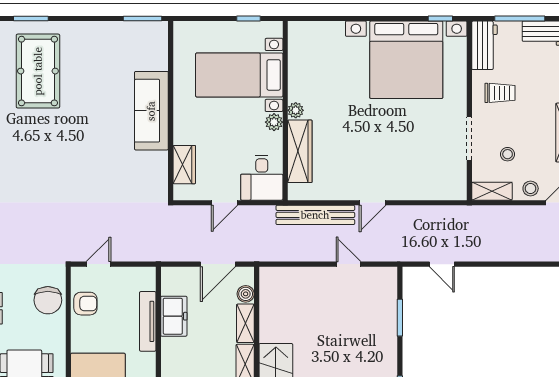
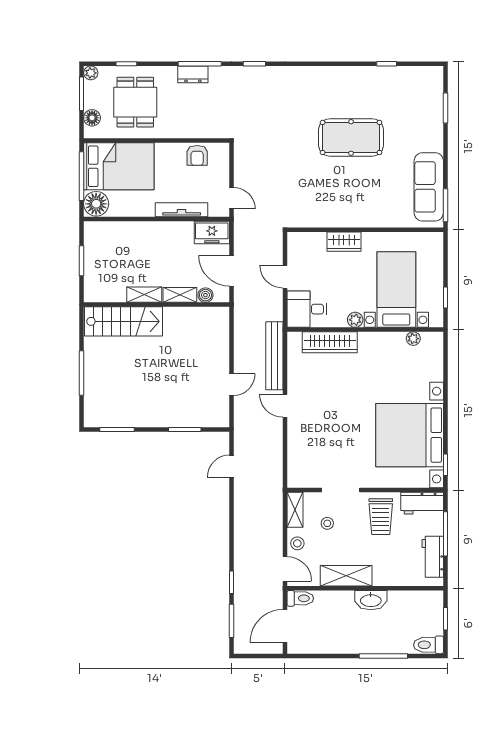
pool table: (38, 71) -> (351, 137), moved
trolley: (500, 93) -> (381, 517), width x1.36, depth x1.39
plant: (296, 110) -> (413, 339), moved
sofa: (151, 111) -> (429, 187), moved, turned -90
wardrobe: (184, 165) -> (344, 242), moved
door: (99, 264) -> (231, 198), moved
chair: (48, 300) -> (200, 123), removed
freezer: (174, 316) -> (212, 232), moved

